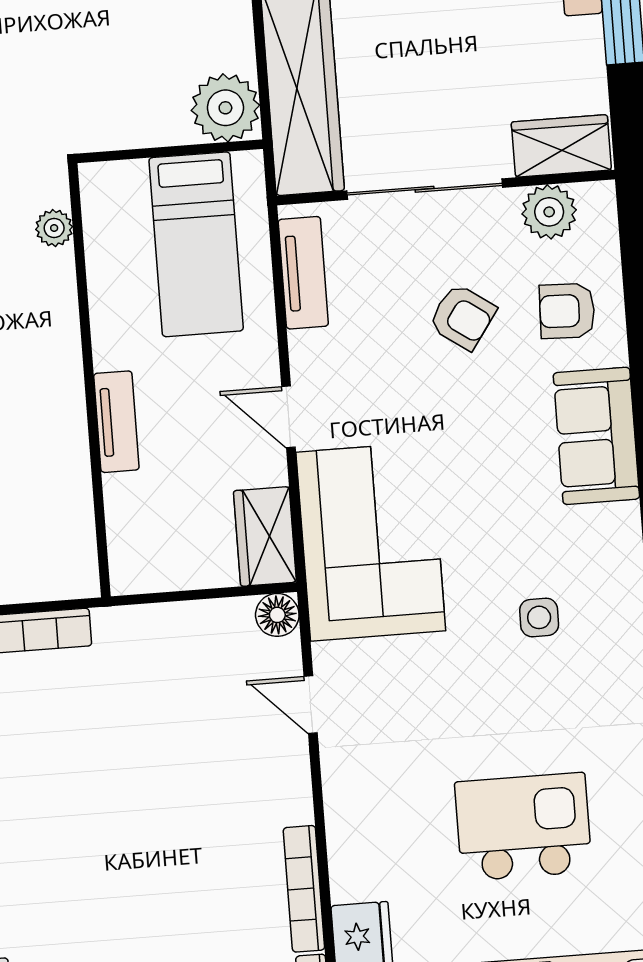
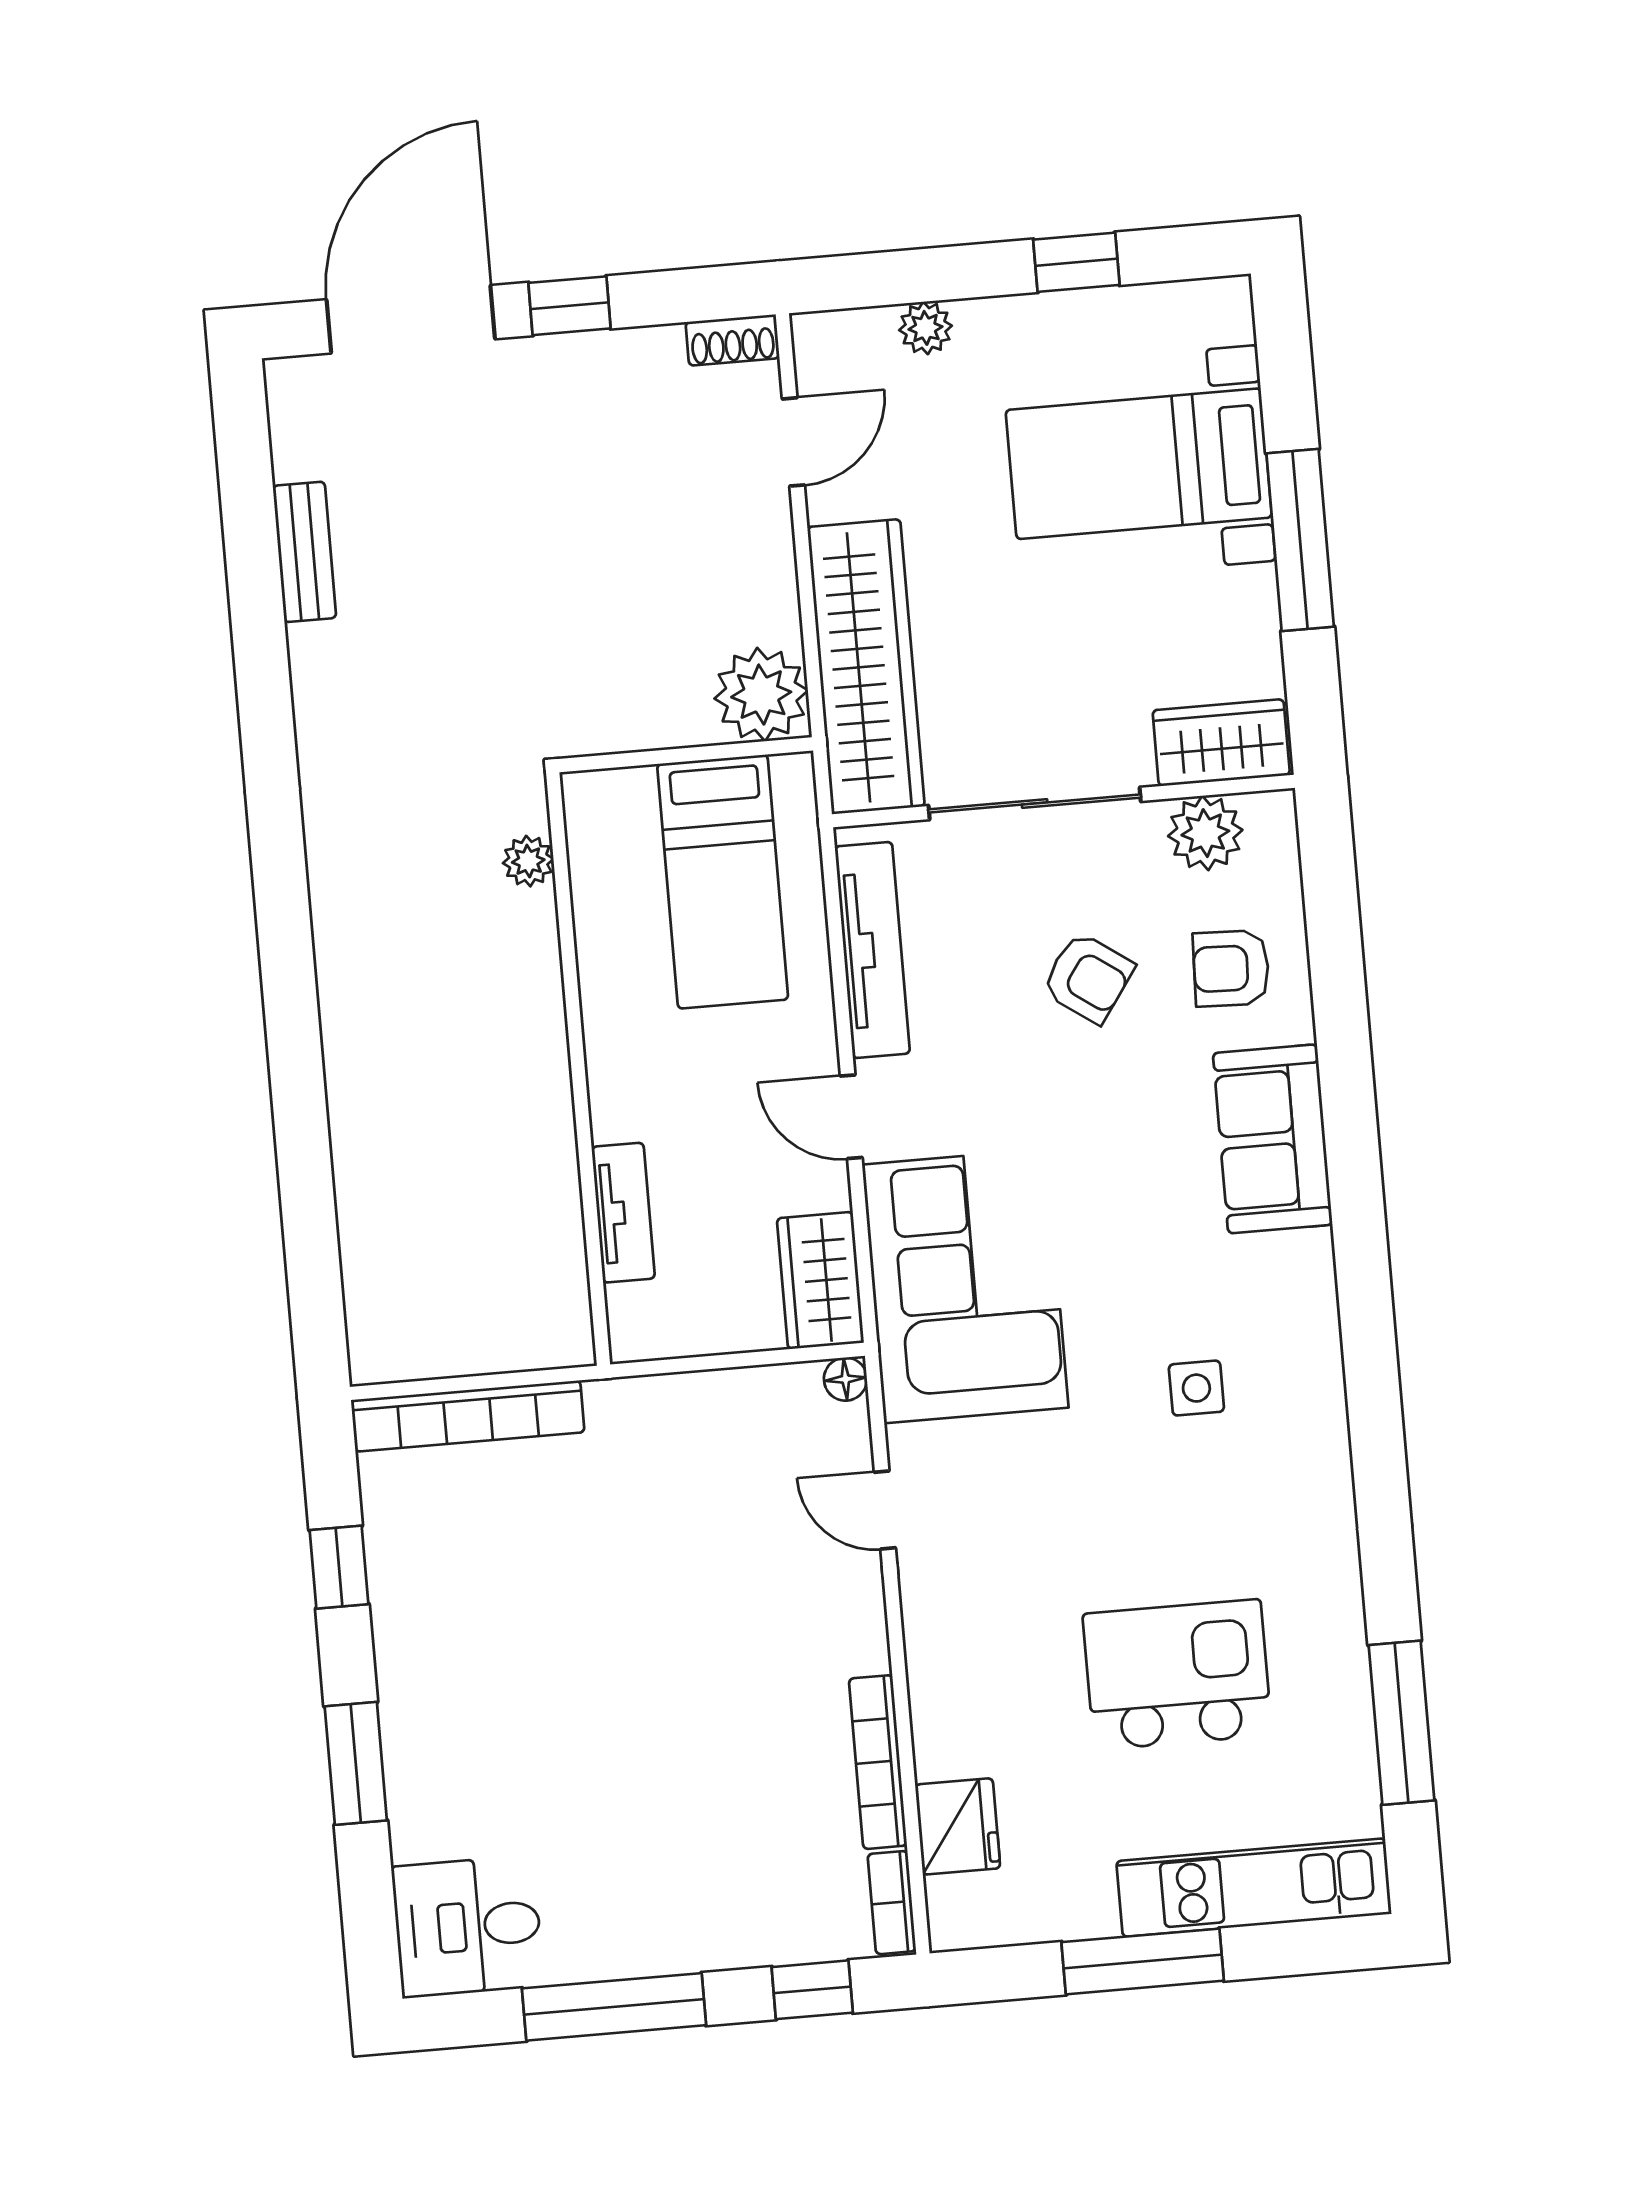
tv unit: (303, 273) -> (872, 950), width x1.41
tv unit: (116, 422) -> (623, 1213), moved
floor lamp: (277, 615) -> (845, 1379), width x0.73, depth x0.73

